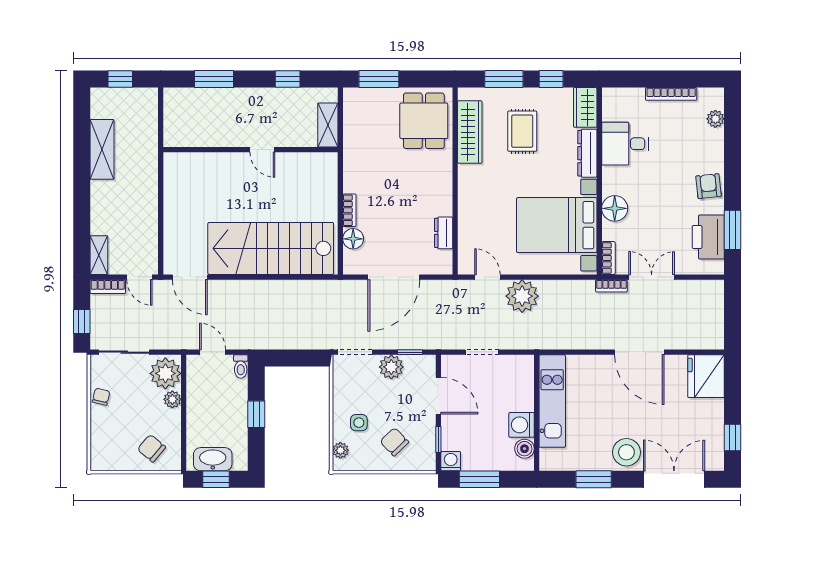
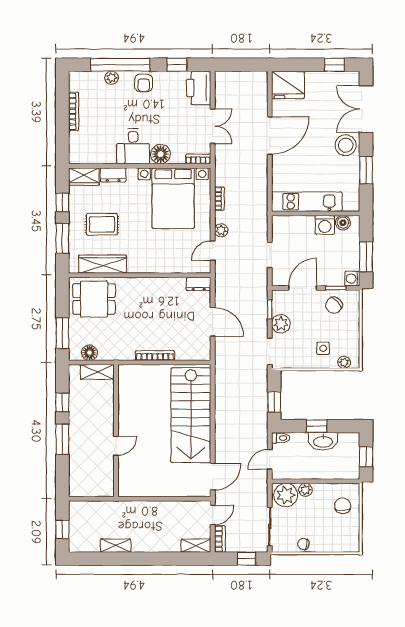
window: (214, 79) -> (62, 439), moved
plant: (715, 119) -> (112, 78), moved
desk: (625, 144) -> (133, 146), moved
shelving: (102, 149) -> (116, 546), width x0.67, depth x0.75
door: (262, 150) -> (116, 446), moved
dresser: (587, 153) -> (113, 175), width x0.70
window: (733, 155) -> (120, 65), added
armchair: (708, 186) -> (144, 83), turned -84
bookcase: (349, 210) -> (155, 356), width x1.56
window: (733, 230) -> (177, 65), width x0.67
dresser: (444, 233) -> (199, 284), moved
printer: (708, 237) -> (199, 88), moved, turned 90
floor lamp: (353, 239) -> (89, 353), moved
door: (394, 277) -> (213, 322), width x0.73
double door: (652, 277) -> (213, 126), swing flipped
bookcase: (611, 286) -> (219, 199), moved
plant: (522, 296) -> (221, 230), width x0.53, depth x0.53
window: (288, 358) -> (274, 402), added
chair: (394, 442) -> (334, 305), moved
chair: (151, 448) -> (343, 506), turned 140
washbasin: (213, 459) -> (323, 441), moved, turned -90

